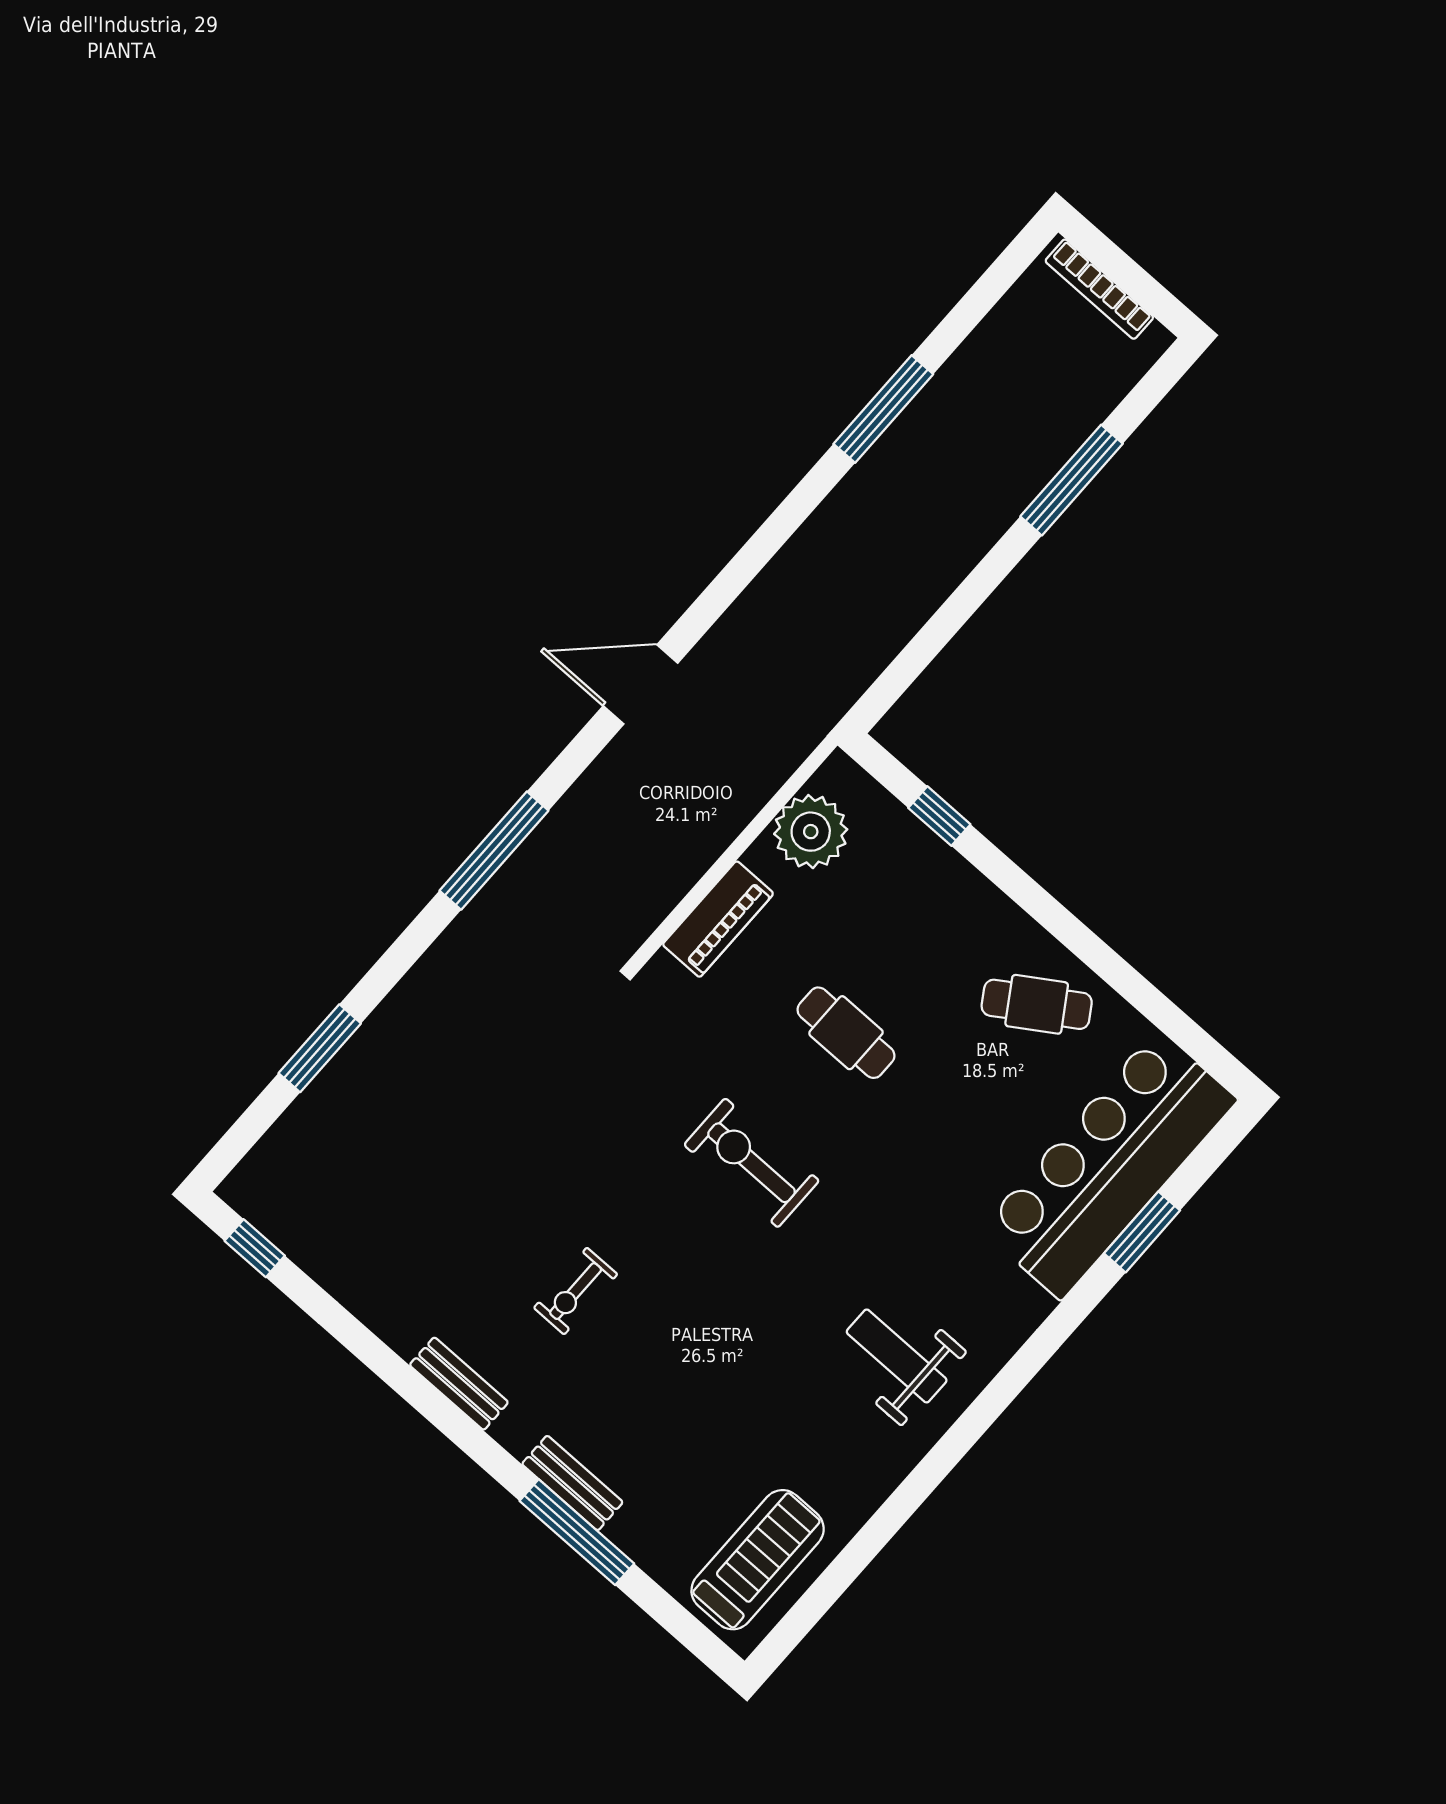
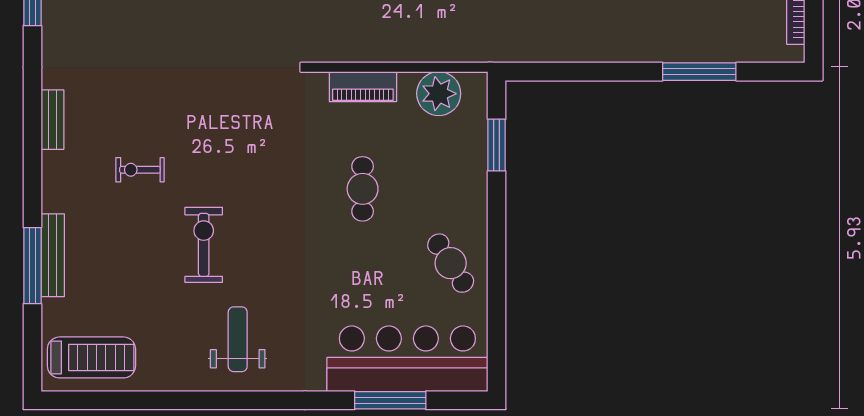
window: (939, 816) -> (497, 145), width x1.50
exercise bike: (751, 1163) -> (204, 245), moved
window: (1142, 1232) -> (390, 400), width x1.44
bench: (459, 1384) -> (52, 120), moved
bench: (572, 1483) -> (53, 255), width x1.36

